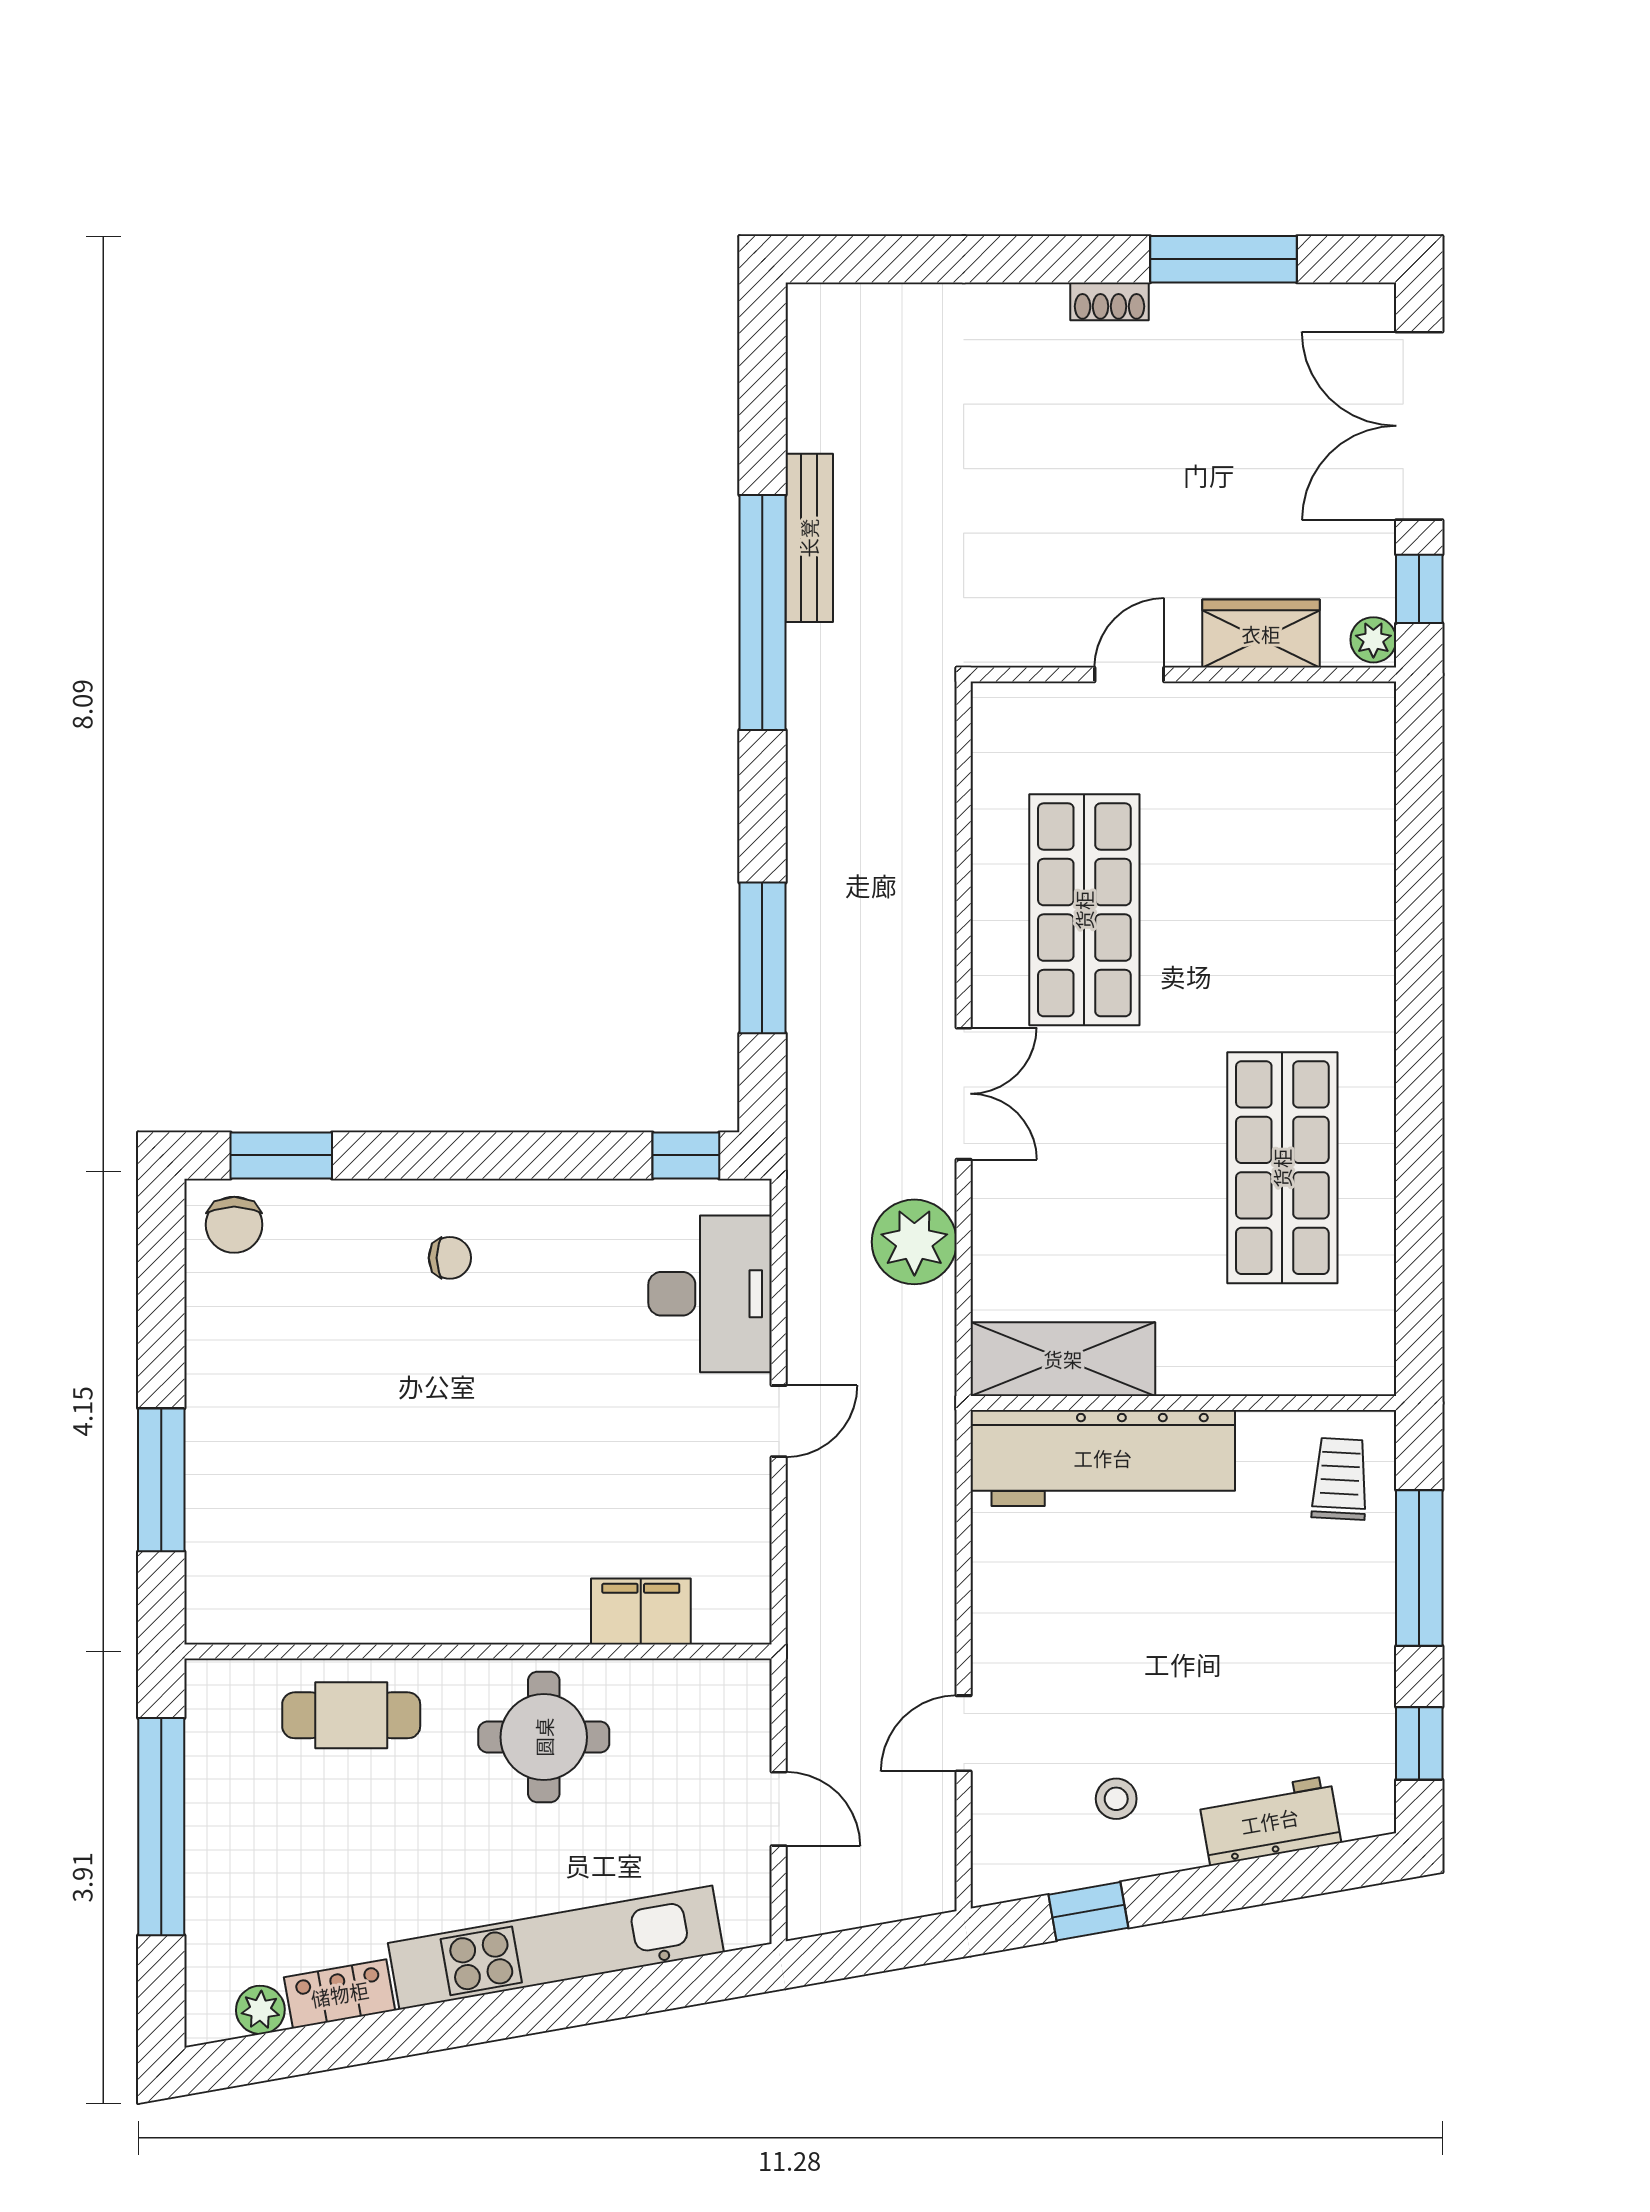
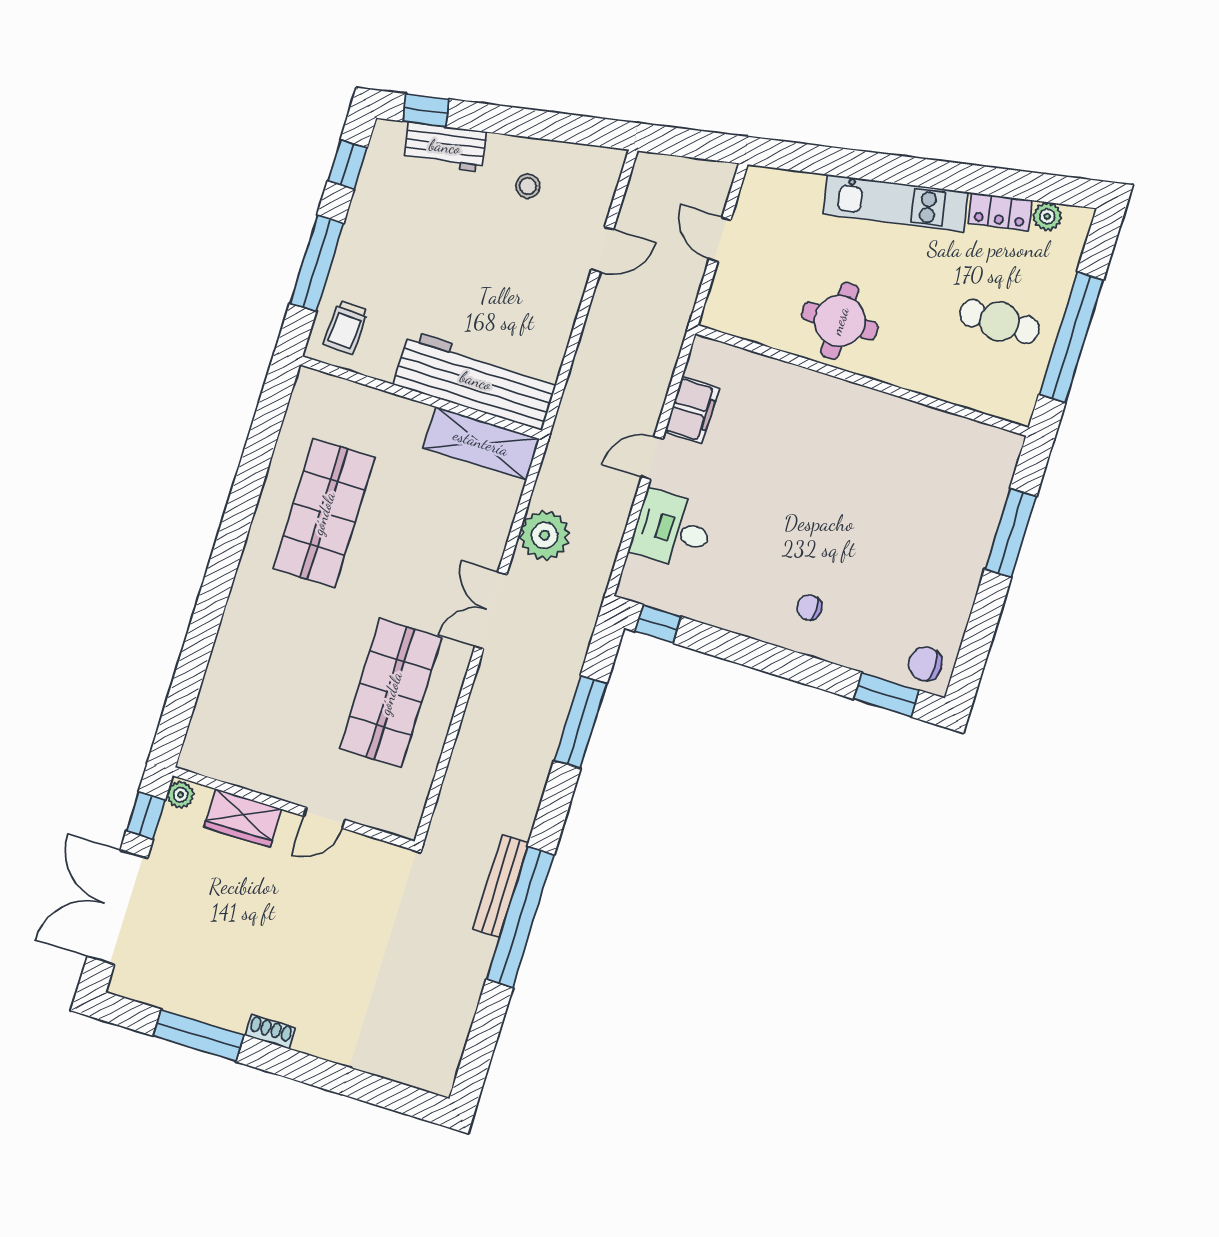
double door: (1419, 426) -> (117, 907), swing flipped
bench: (809, 538) -> (501, 886), moved
chair: (234, 1225) -> (925, 664), turned -90
desk: (710, 1294) -> (672, 530), width x0.73
filing cabinet: (641, 1611) -> (692, 410), moved, turned -90
cafe table: (351, 1715) -> (999, 321), moved
window: (1088, 1911) -> (426, 110), moved
kitchen unit: (556, 1948) -> (895, 203), width x0.73

